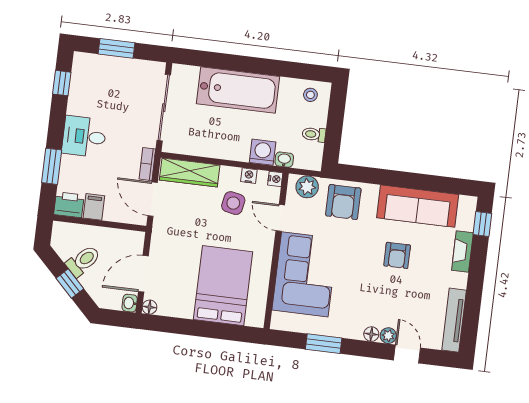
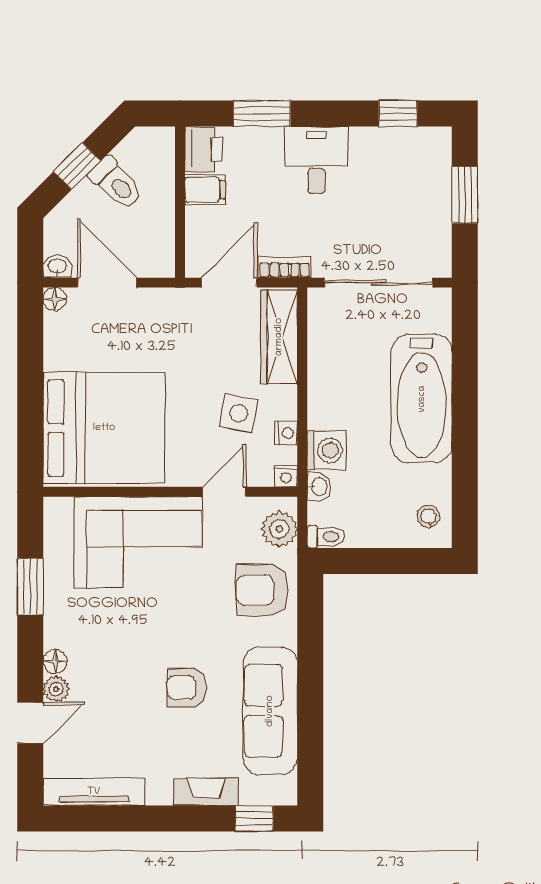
toilet: (314, 134) -> (326, 537), moved, turned 90
bed: (223, 286) -> (104, 428), width x1.36

